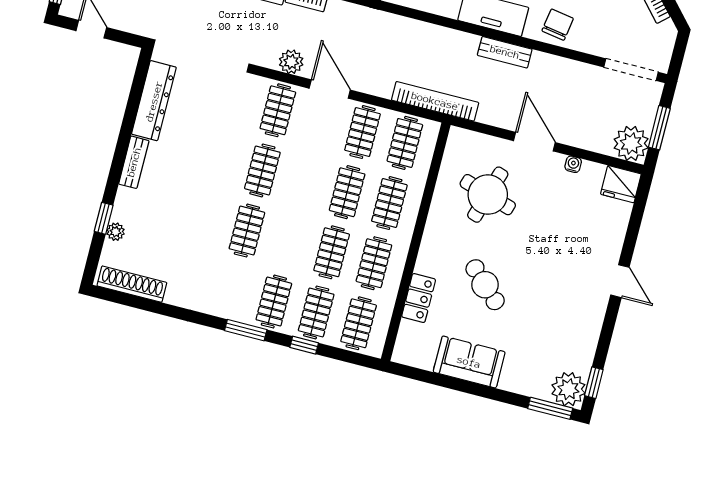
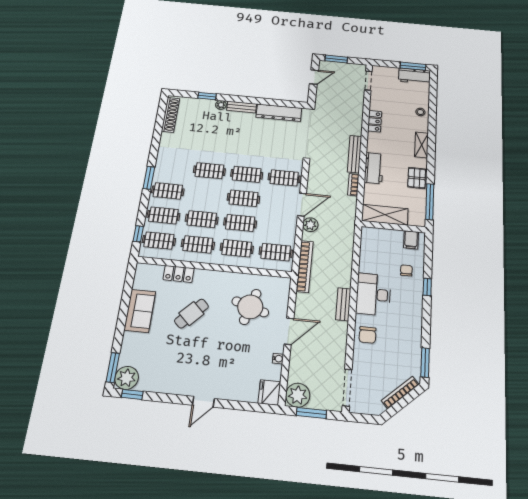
chair: (558, 25) -> (367, 335), turned 81
plant: (291, 62) -> (310, 225), moved
clothes rail: (363, 132) -> (243, 198), moved
plant: (116, 232) -> (221, 105), moved
window: (304, 345) -> (138, 234), moved

